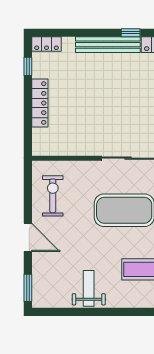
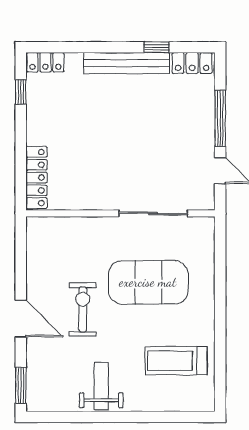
locker: (40, 103) -> (36, 178), moved
exercise bike: (53, 196) -> (83, 309), moved

